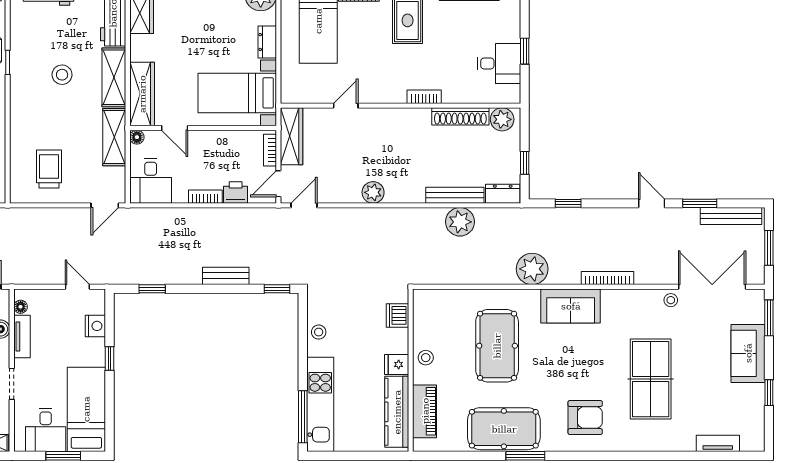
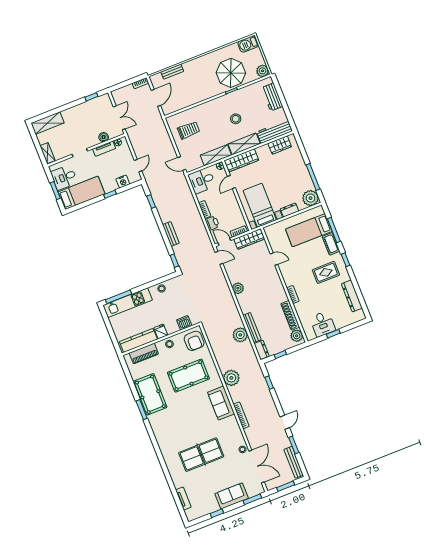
armchair: (585, 418) -> (194, 341), moved

